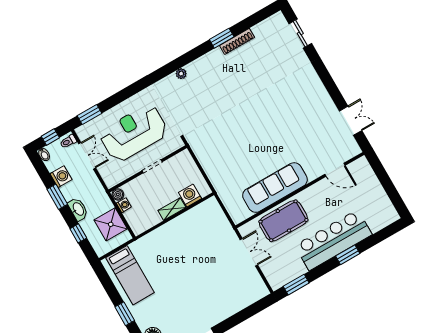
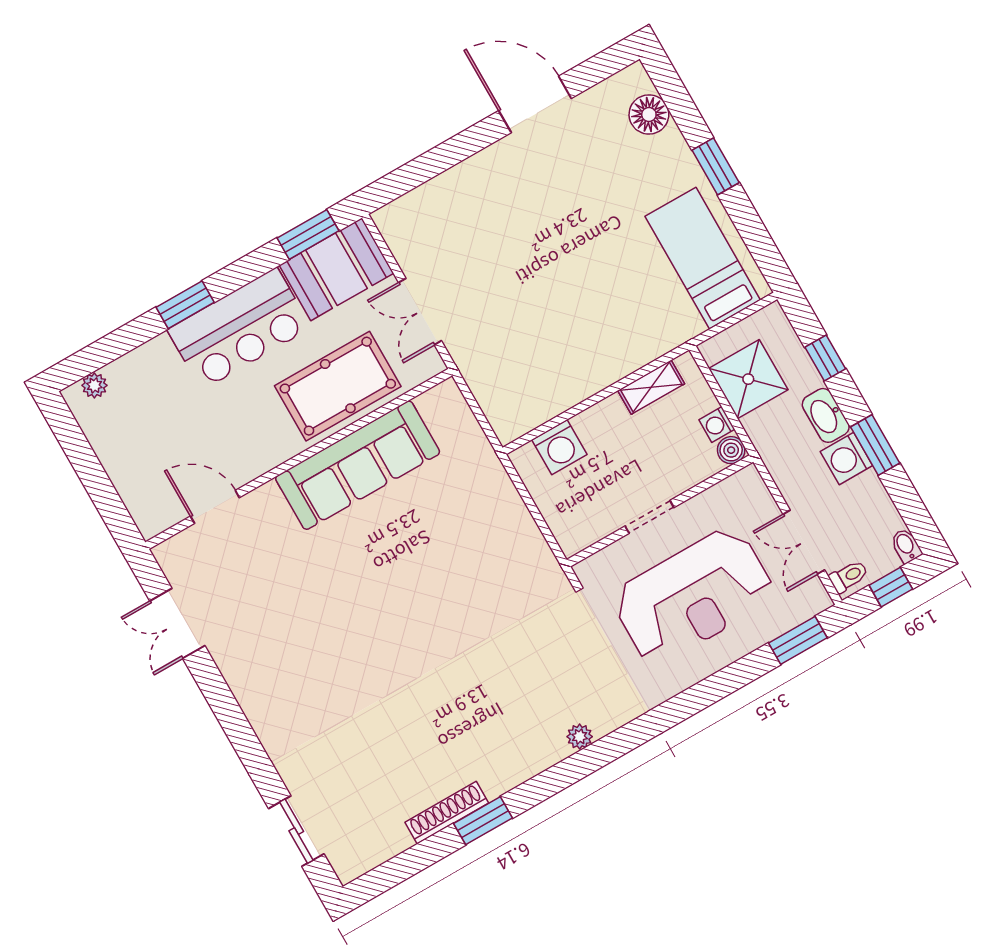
washing machine: (61, 177) -> (846, 459), moved
shelving: (172, 209) -> (651, 387), moved
plant: (386, 221) -> (94, 385), added
bar counter: (333, 240) -> (239, 329), width x0.73
booth: (284, 270) -> (336, 269), added

